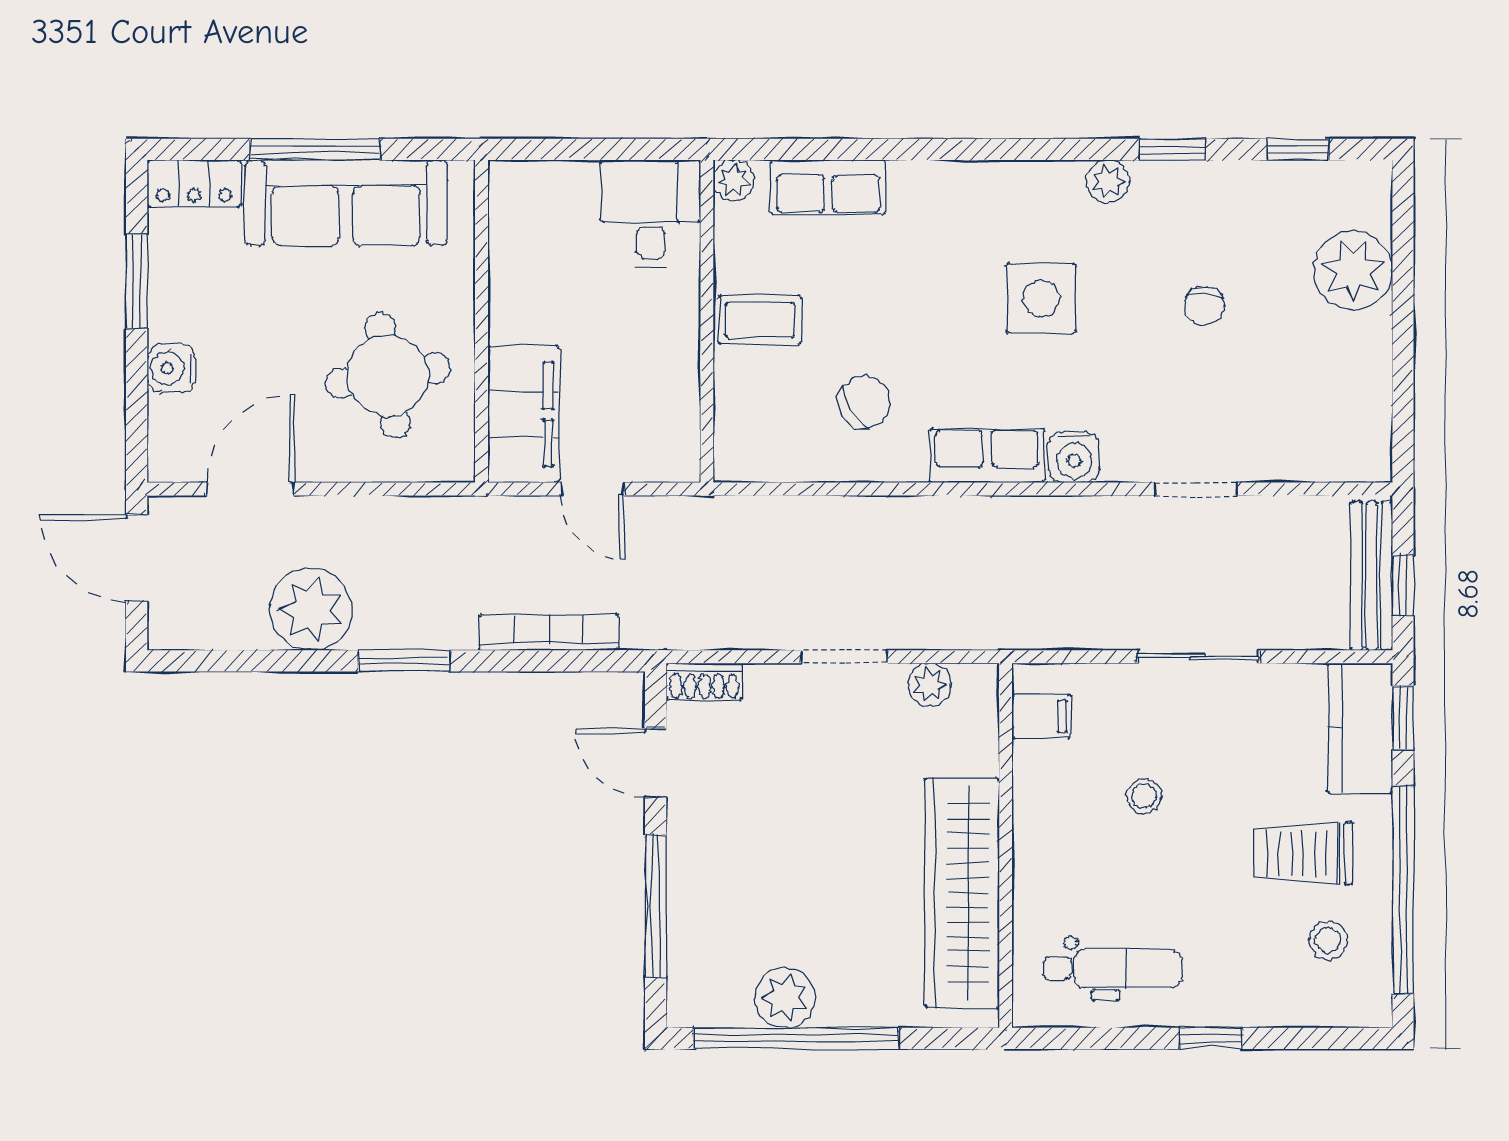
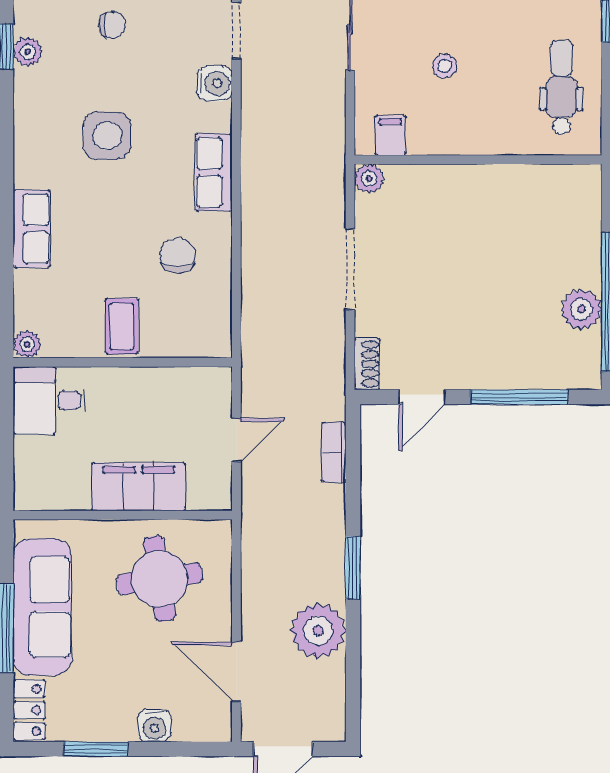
plant: (1108, 181) -> (28, 52), moved
row of seats: (828, 187) -> (32, 229), moved
chair: (864, 402) -> (177, 256), turned 32
filing cabinet: (523, 414) -> (139, 487), moved
water cooler: (1074, 457) -> (215, 83), moved
bookcase: (549, 633) -> (334, 452), width x0.64
doorway: (844, 657) -> (350, 269), width x1.38
plant: (930, 685) -> (369, 179), moved
wardrobe: (962, 893) -> (510, 189), removed

